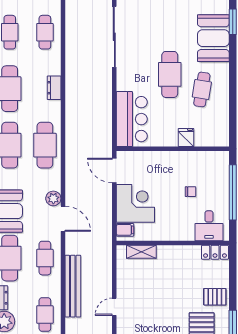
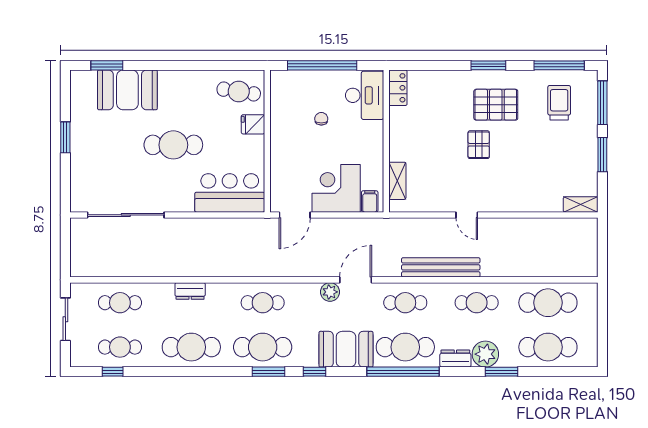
cafe table: (202, 89) -> (239, 91), moved
cafe table: (45, 145) -> (263, 303), width x0.73, depth x0.74
desk: (209, 226) -> (365, 95), width x1.37
pallet: (215, 297) -> (479, 145), moved

